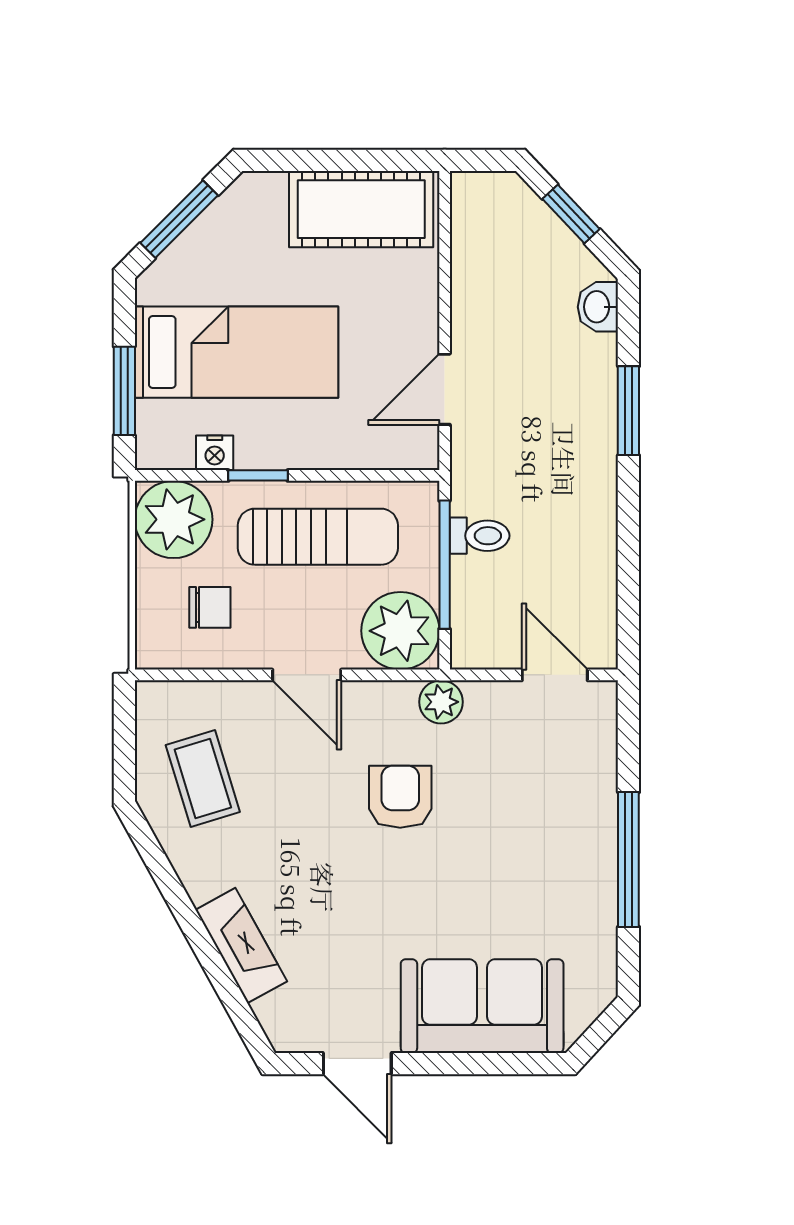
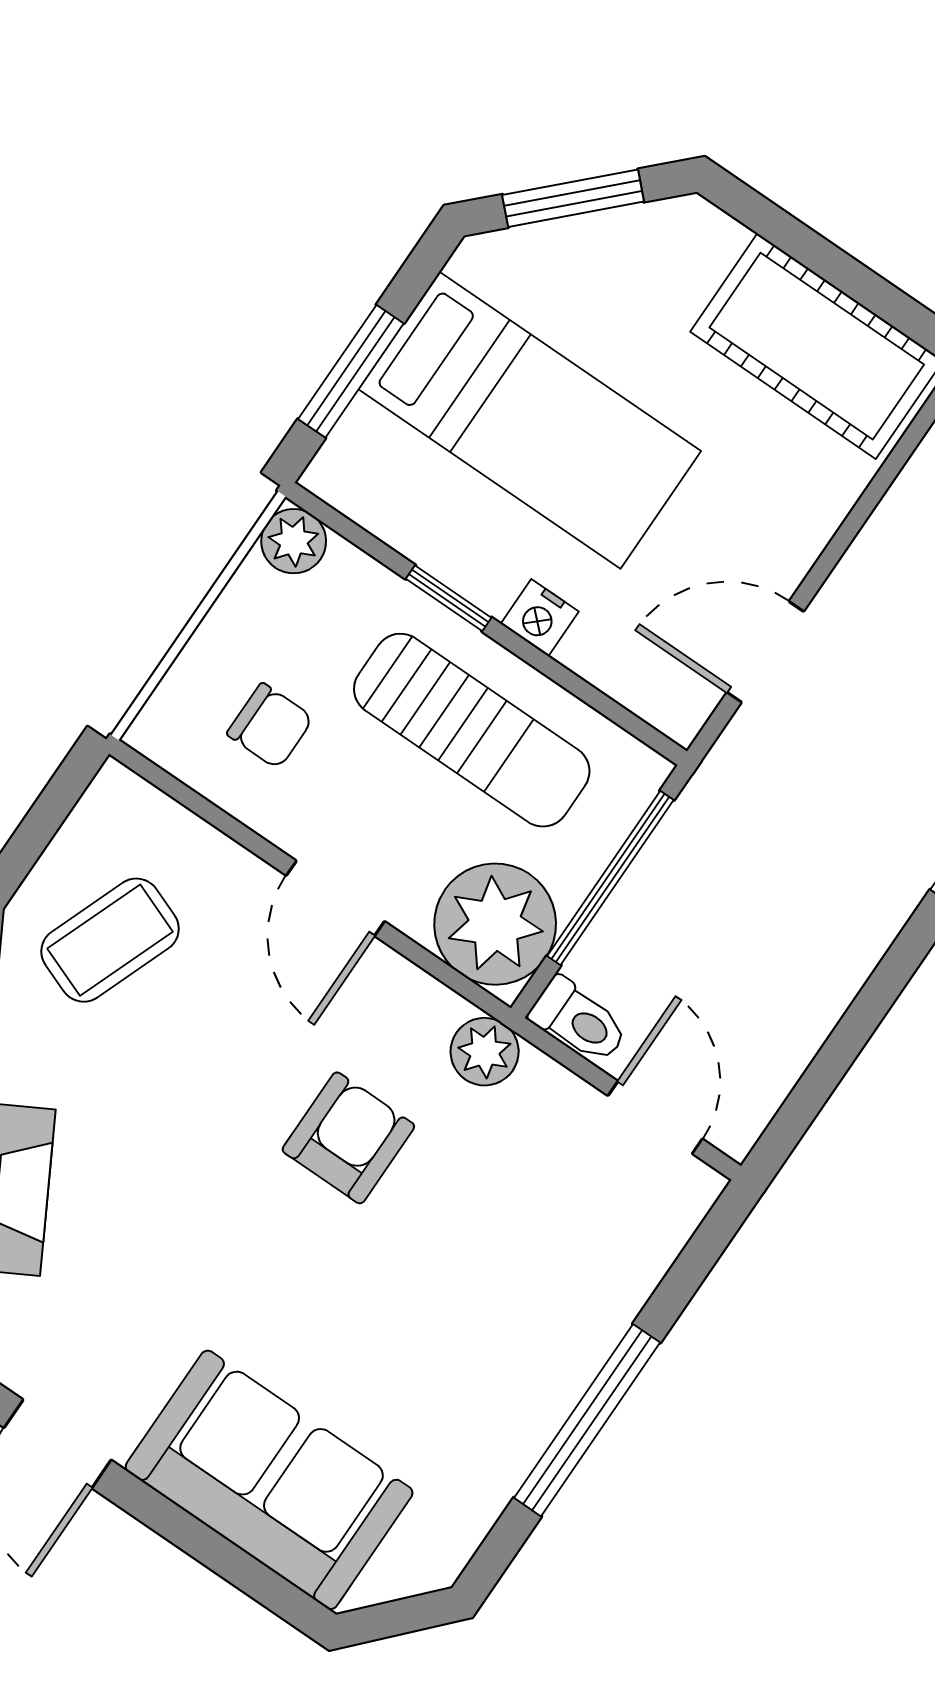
nightstand: (215, 453) -> (540, 618), moved
plant: (174, 519) -> (294, 541), width x0.53, depth x0.53
toilet: (480, 536) -> (579, 1021), moved
coffee table: (203, 778) -> (110, 940), turned 38

